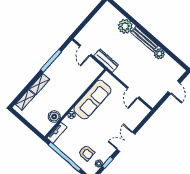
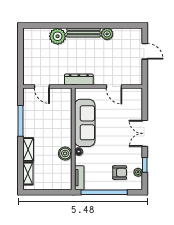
dresser: (106, 61) -> (79, 80), moved
boiler: (54, 117) -> (65, 153), moved

